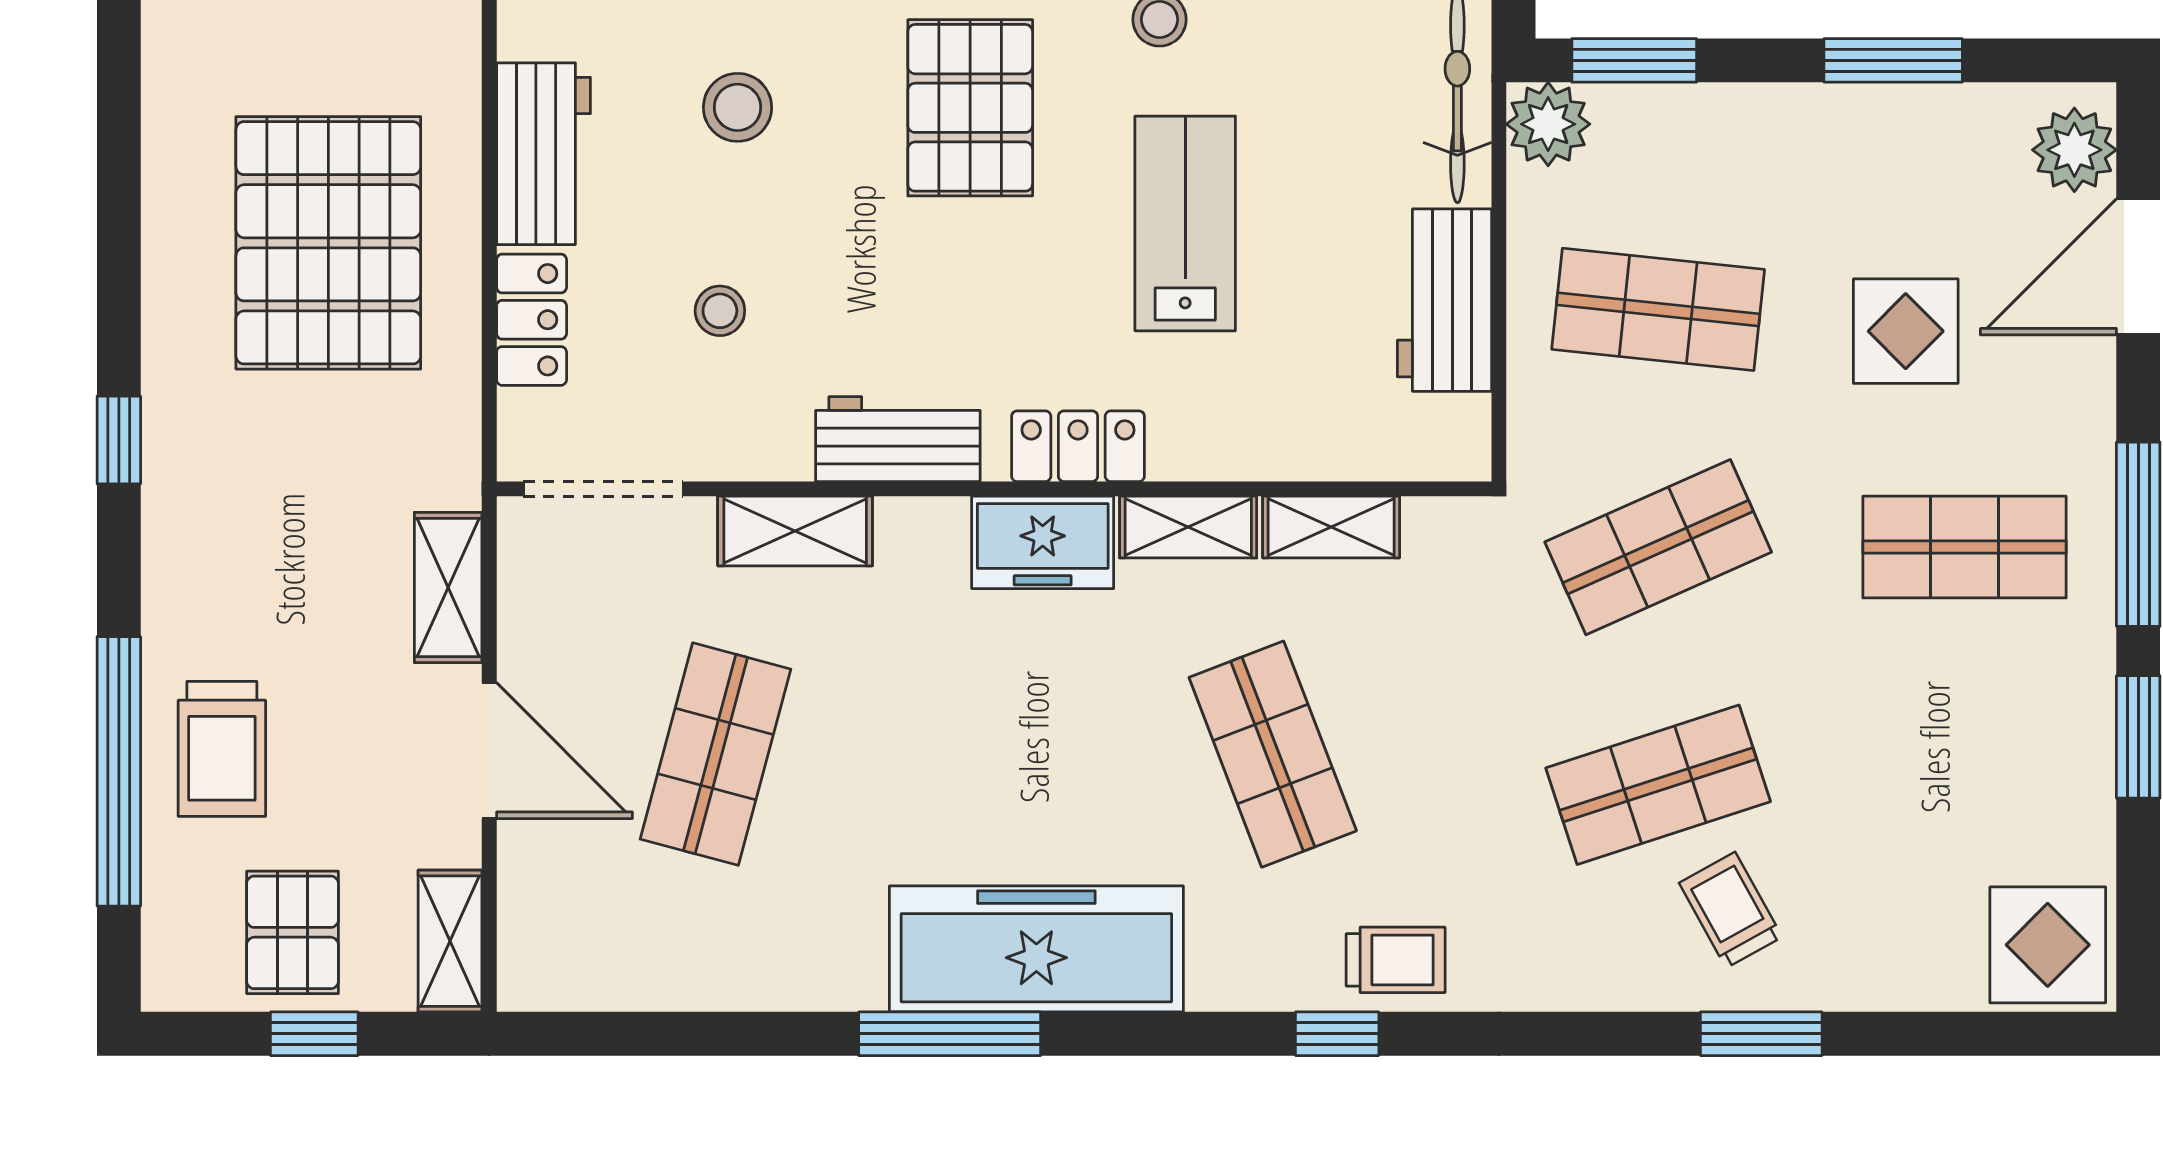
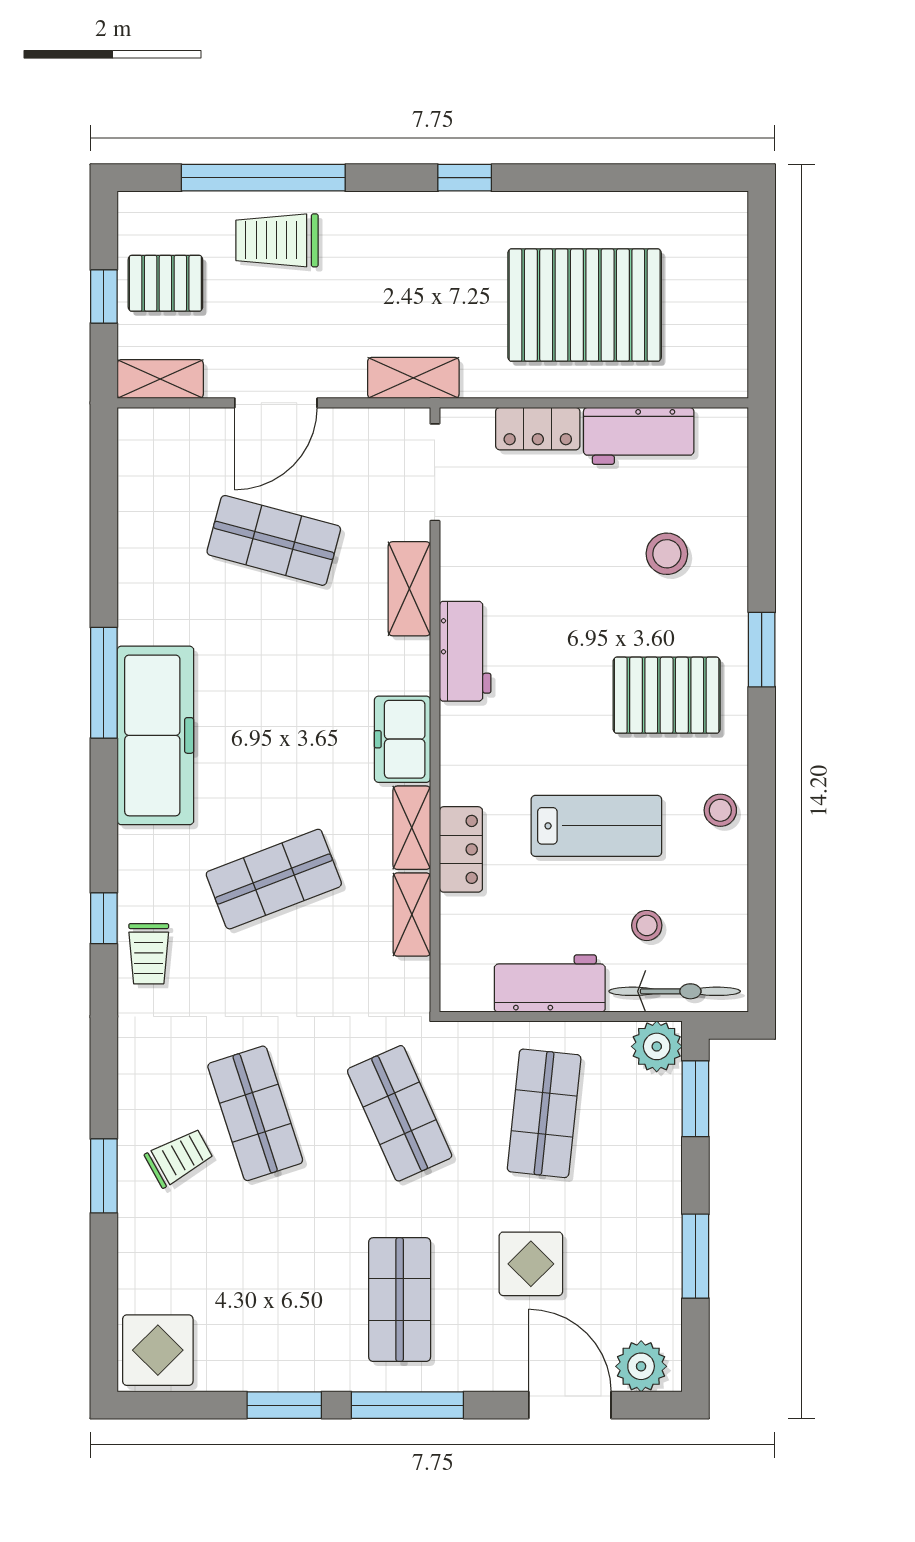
stool: (720, 311) -> (647, 925), moved
locker: (1078, 446) -> (461, 849), moved
shelving: (448, 587) -> (413, 378), moved

